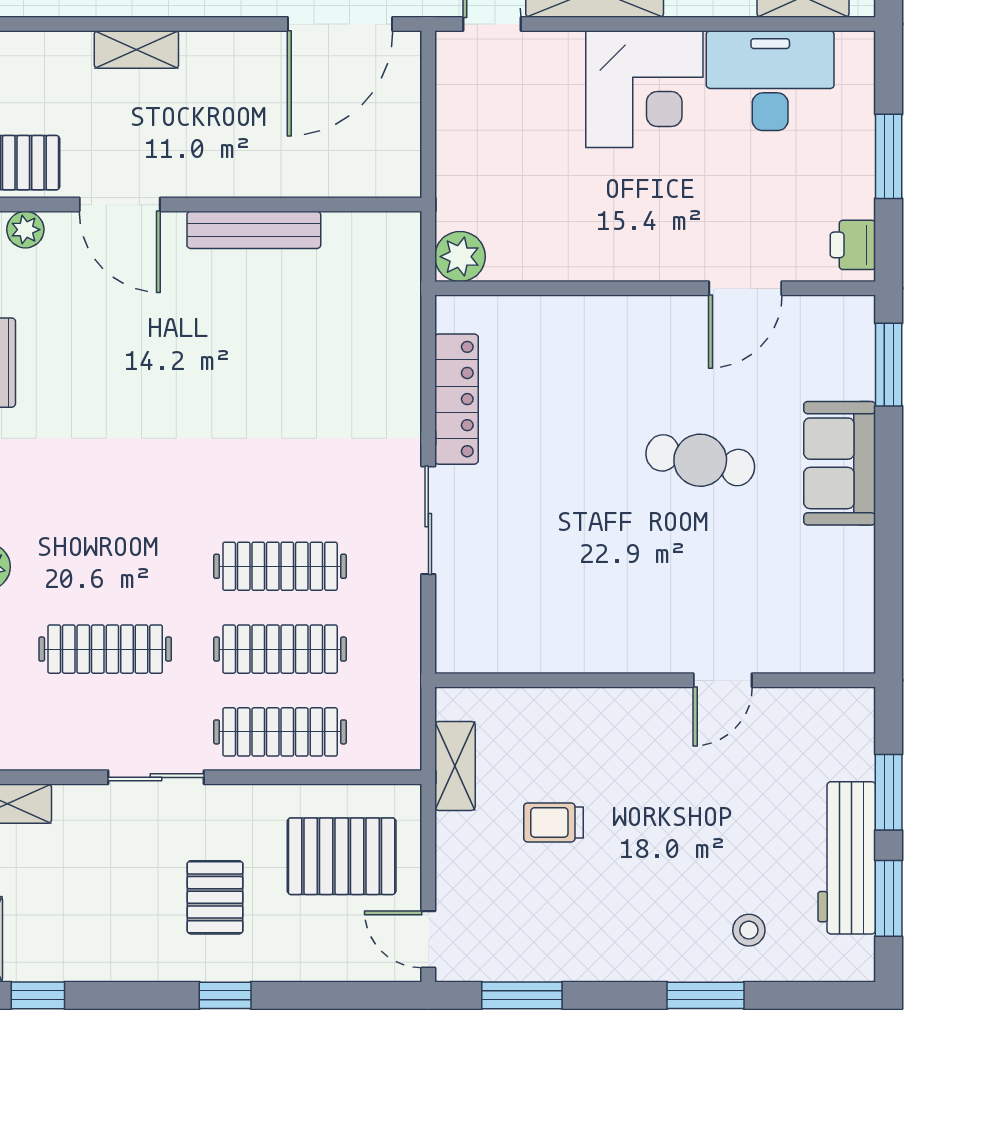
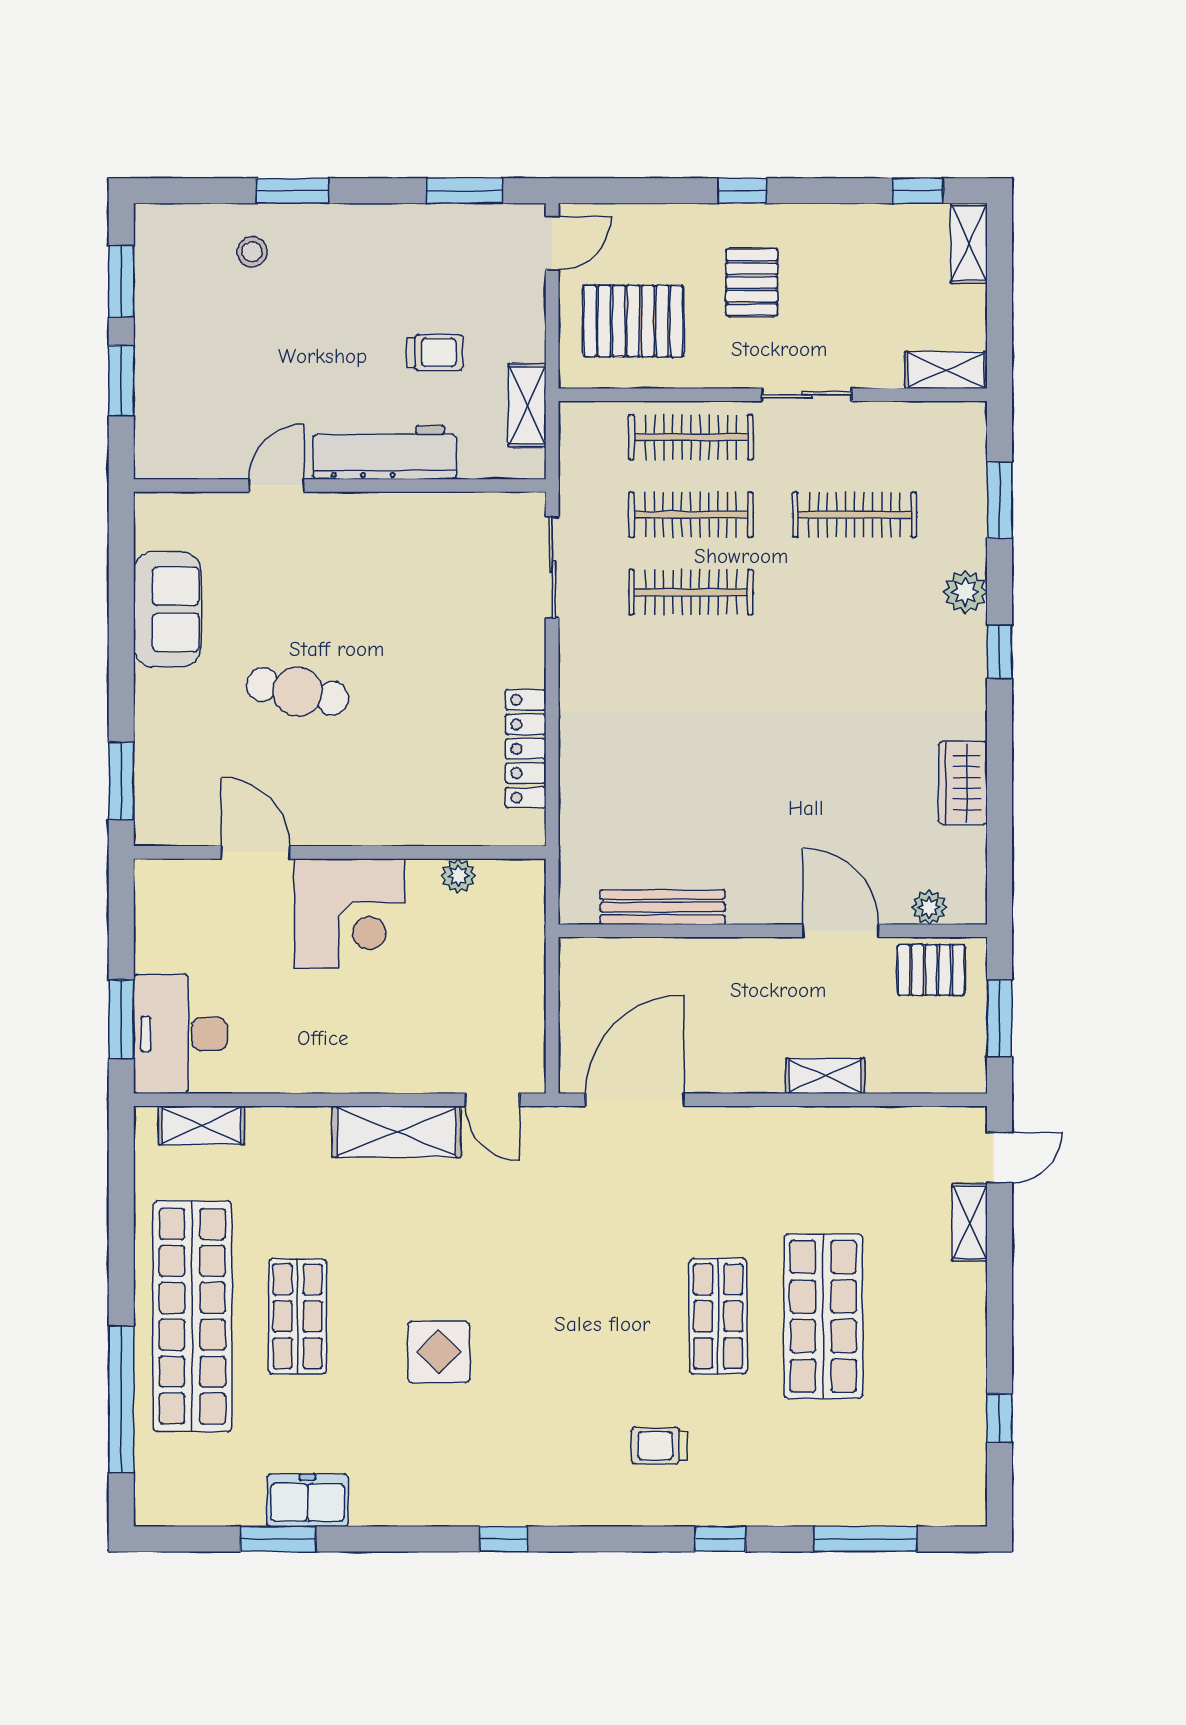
desk: (770, 81) -> (180, 1034), moved, turned 90
corner desk: (644, 89) -> (349, 913), moved, turned 180
window: (889, 156) -> (121, 1019), moved
bench: (254, 230) -> (662, 907), moved
printer: (853, 245) -> (155, 893), removed
plant: (460, 257) -> (458, 876), moved, width x0.73, depth x0.73
door: (745, 288) -> (255, 852), hinge flipped
sofa: (840, 463) -> (167, 609), moved
sliding door: (428, 520) -> (552, 567), moved
workbench: (847, 858) -> (385, 452), moved, turned -90
door: (428, 939) -> (552, 243), hinge flipped

